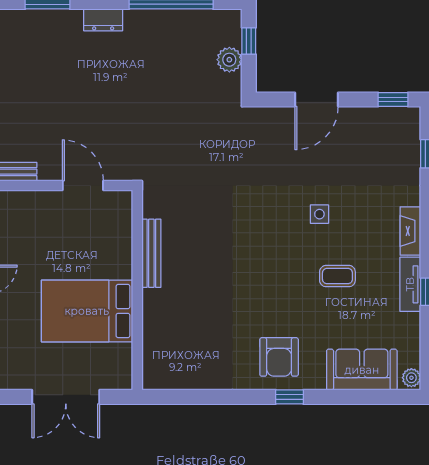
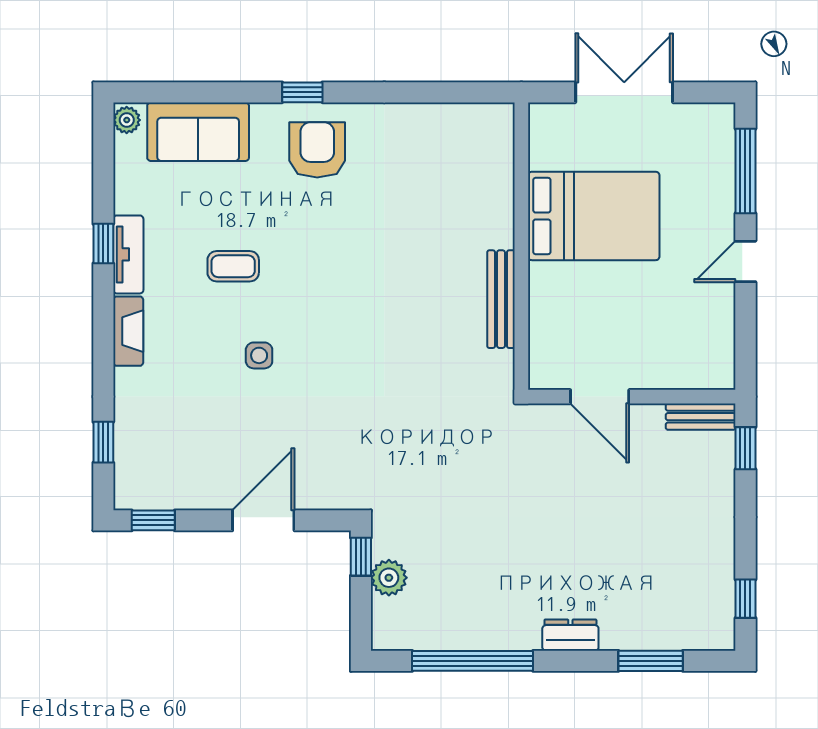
window: (249, 41) -> (361, 557), moved

